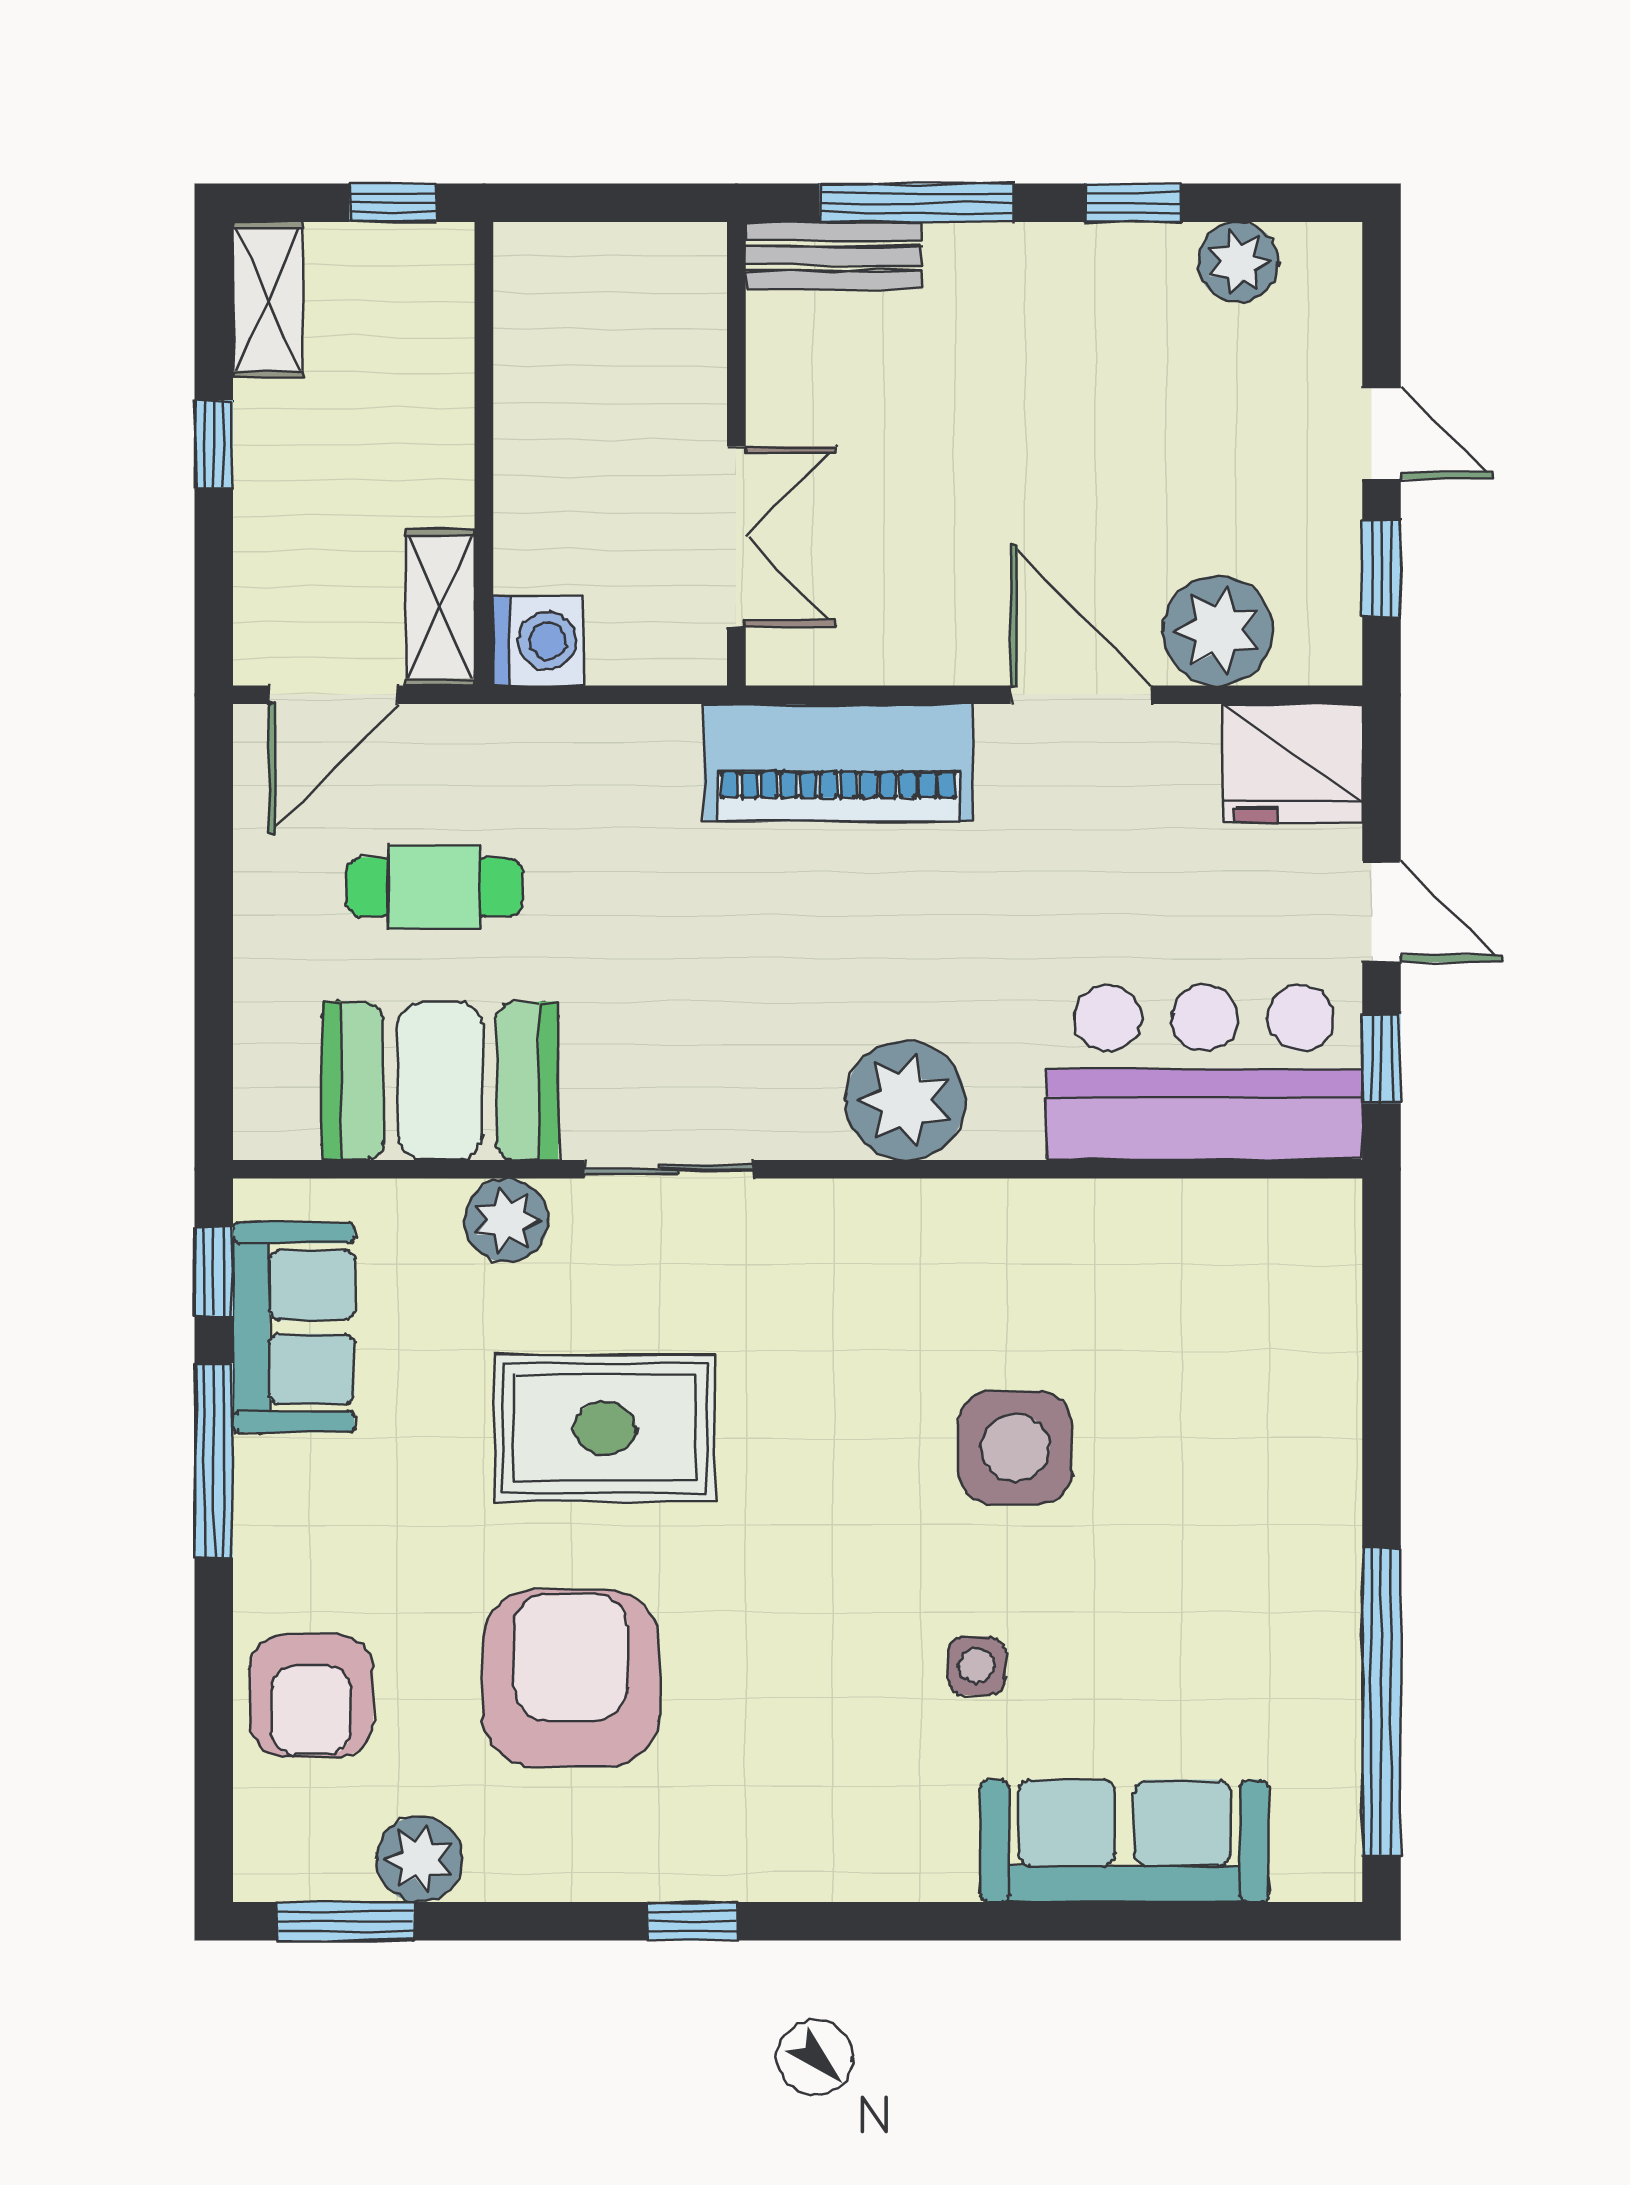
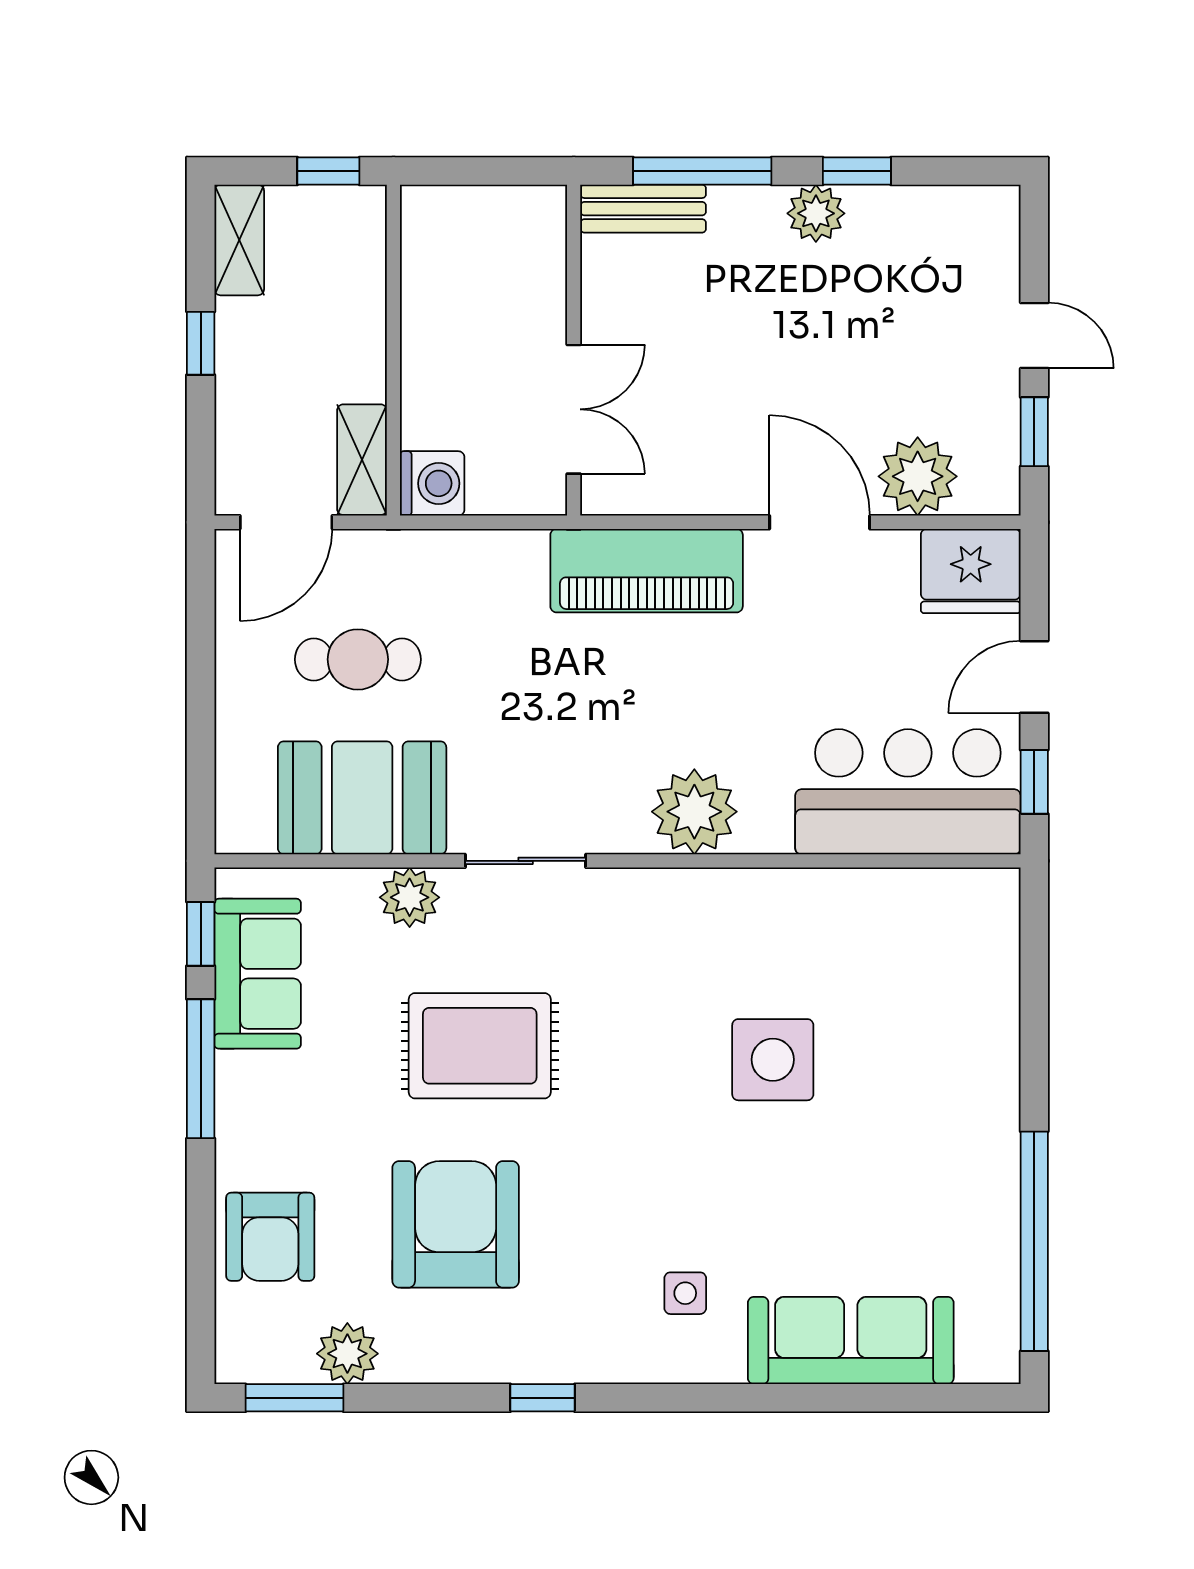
plant: (1238, 262) -> (816, 213), moved
door: (1381, 912) -> (1034, 677), swing flipped
side table: (977, 1666) -> (685, 1293), moved

